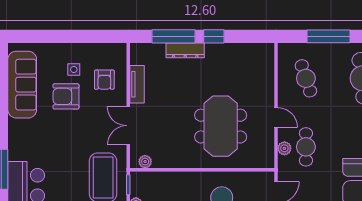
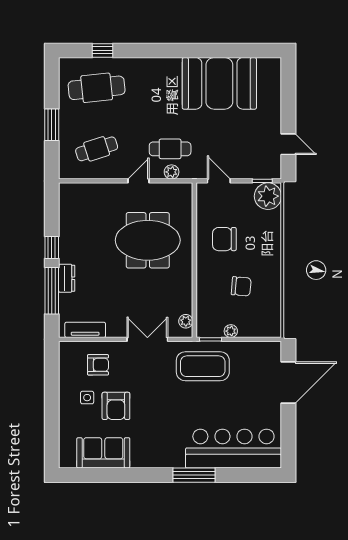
window: (328, 36) -> (52, 125), width x0.69
dresser: (185, 50) -> (67, 278), width x0.70
tv unit: (137, 84) -> (85, 330), moved
sofa: (22, 85) -> (103, 453), width x0.73
double door: (128, 126) -> (147, 339), swing flipped

